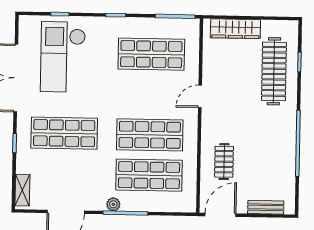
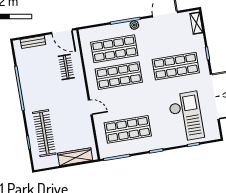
door: (200, 96) -> (90, 107), hinge flipped
door: (220, 215) -> (62, 31), hinge flipped

